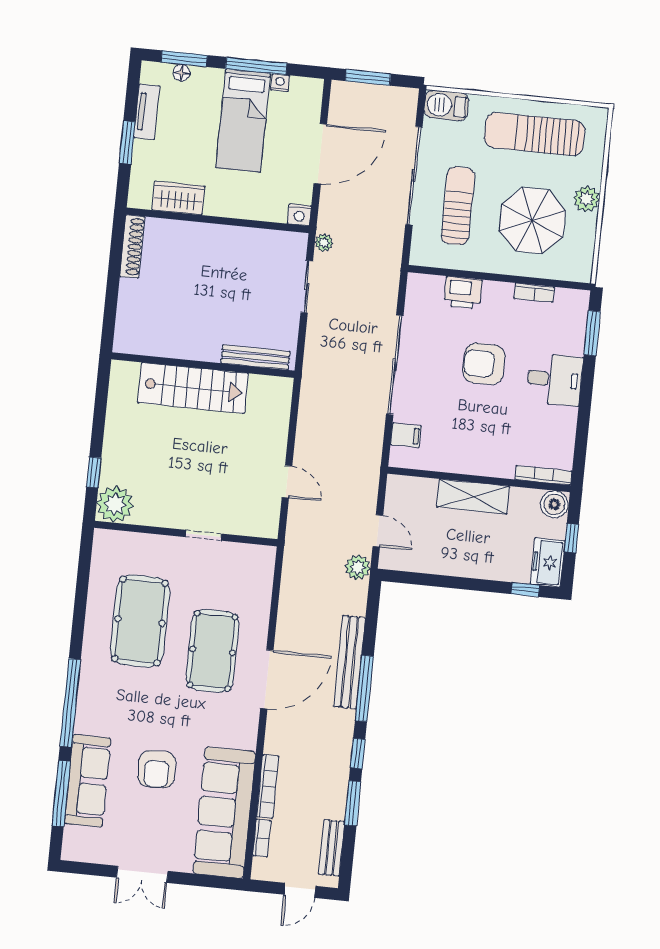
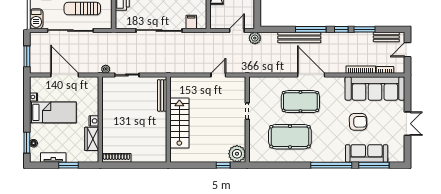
window: (256, 66) -> (27, 109), removed
nightstand: (299, 215) -> (94, 121), moved
door: (300, 890) -> (408, 50), swing flipped

